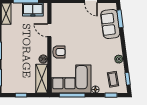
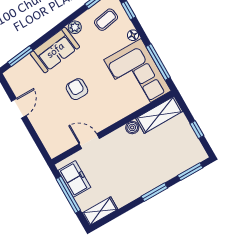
sofa: (110, 24) -> (55, 50), moved
door: (49, 30) -> (89, 141), swing flipped
armchair: (59, 52) -> (77, 89), moved

